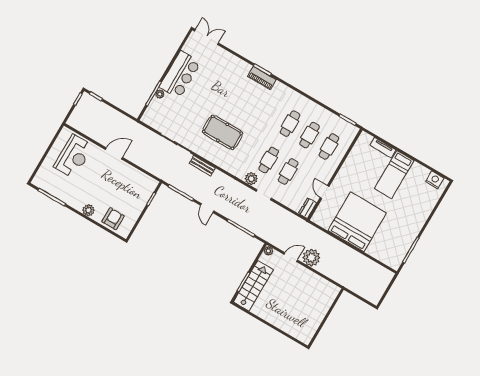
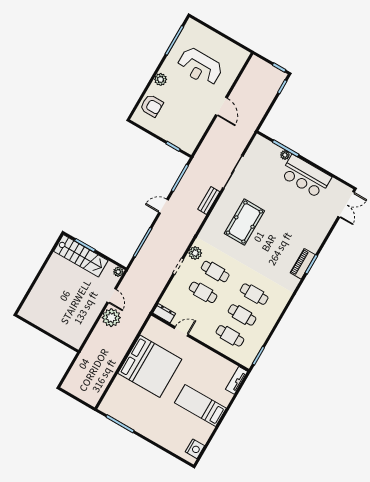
tv unit: (383, 148) -> (237, 380), moved
reception desk: (73, 156) -> (200, 67), moved

